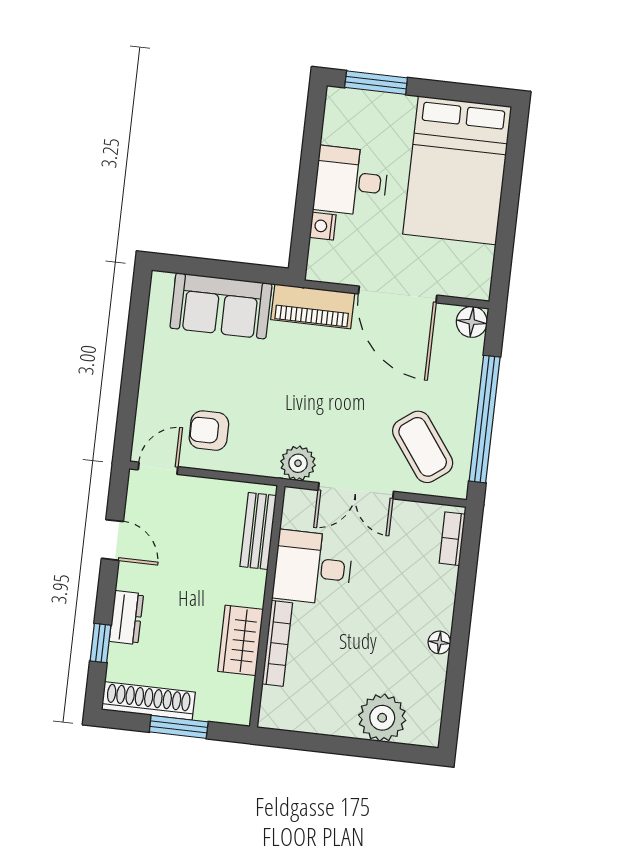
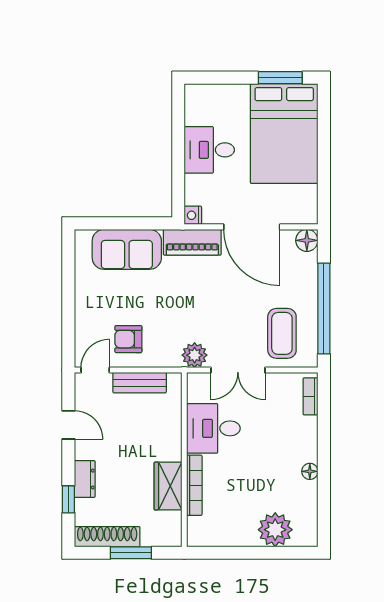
window: (376, 83) -> (280, 78), moved
nightstand: (323, 226) -> (193, 215), moved
coffee table: (423, 447) -> (282, 333), turned 36
bench: (258, 531) -> (140, 383), moved, turned 90

